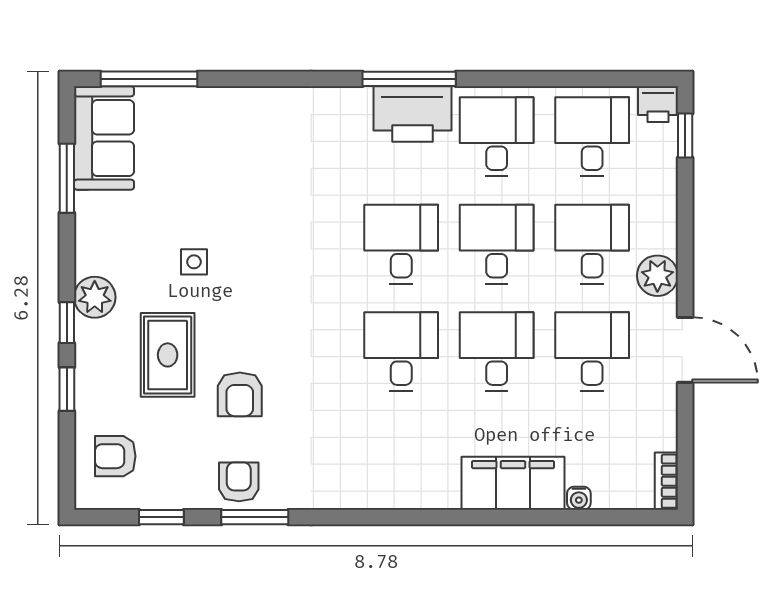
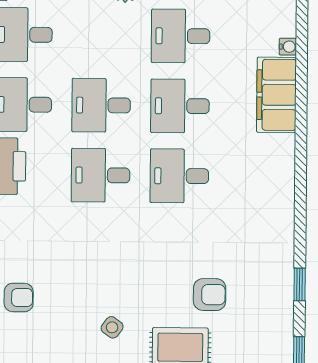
desk: (592, 244) -> (102, 35), removed
side table: (194, 262) -> (112, 327), turned 36
armchair: (239, 482) -> (19, 297), moved, turned 180
window: (255, 517) -> (300, 284), width x0.67

